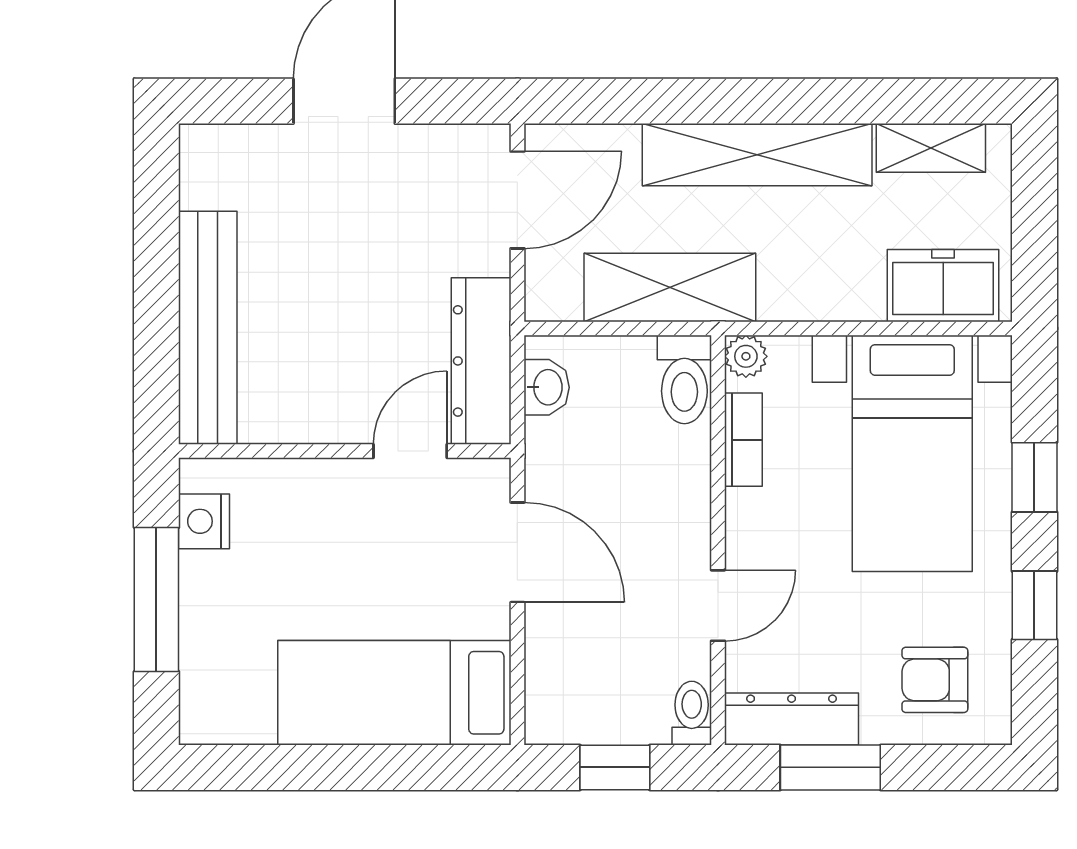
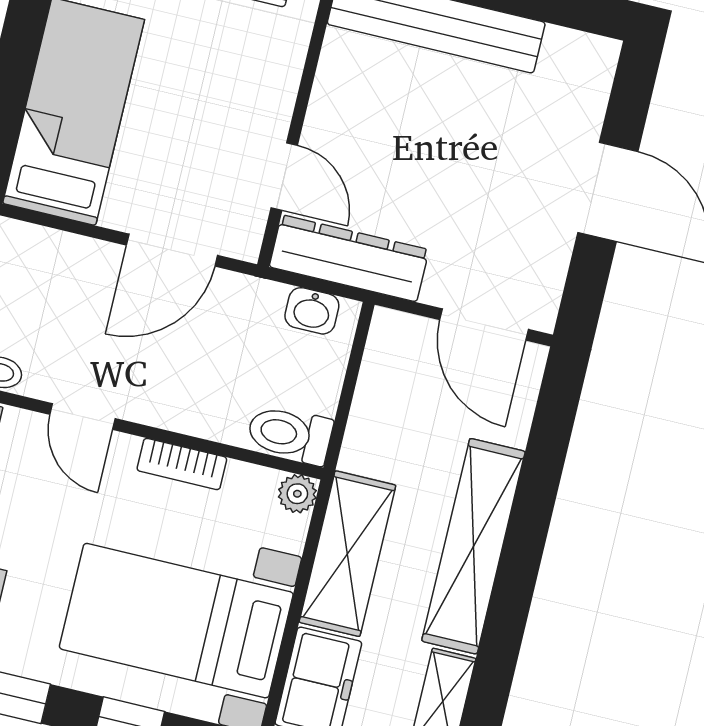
shelving: (670, 287) -> (347, 554), moved
bookcase: (743, 440) -> (182, 464), moved

